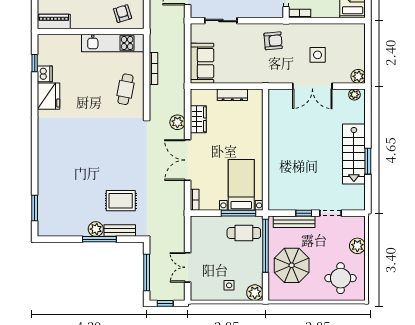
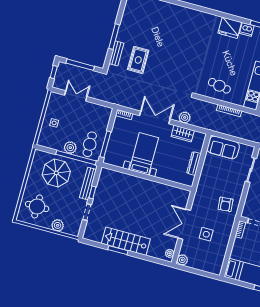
bed with nightstands: (241, 185) -> (144, 154), moved, turned -90
plant: (96, 229) -> (122, 36), removed
plant: (255, 293) -> (70, 148), moved

